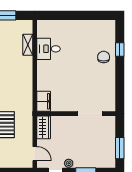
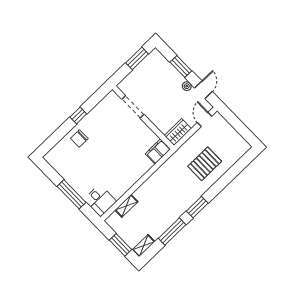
window: (71, 15) -> (72, 194), added
desk: (49, 49) -> (100, 200), moved
window: (120, 49) -> (78, 115), moved

